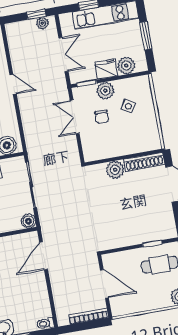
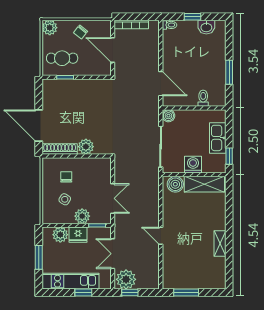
plant: (42, 23) -> (126, 279), width x1.87, depth x1.87
chair: (102, 117) -> (66, 177), moved
door: (44, 256) -> (161, 84), hinge flipped
chair: (144, 298) -> (81, 32), added

